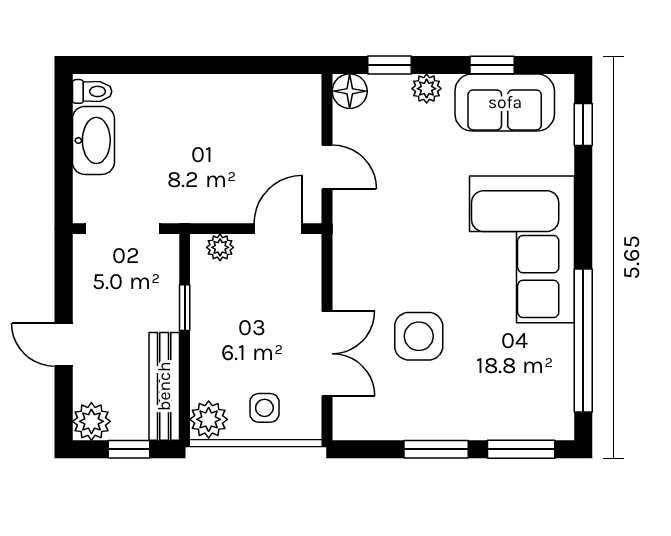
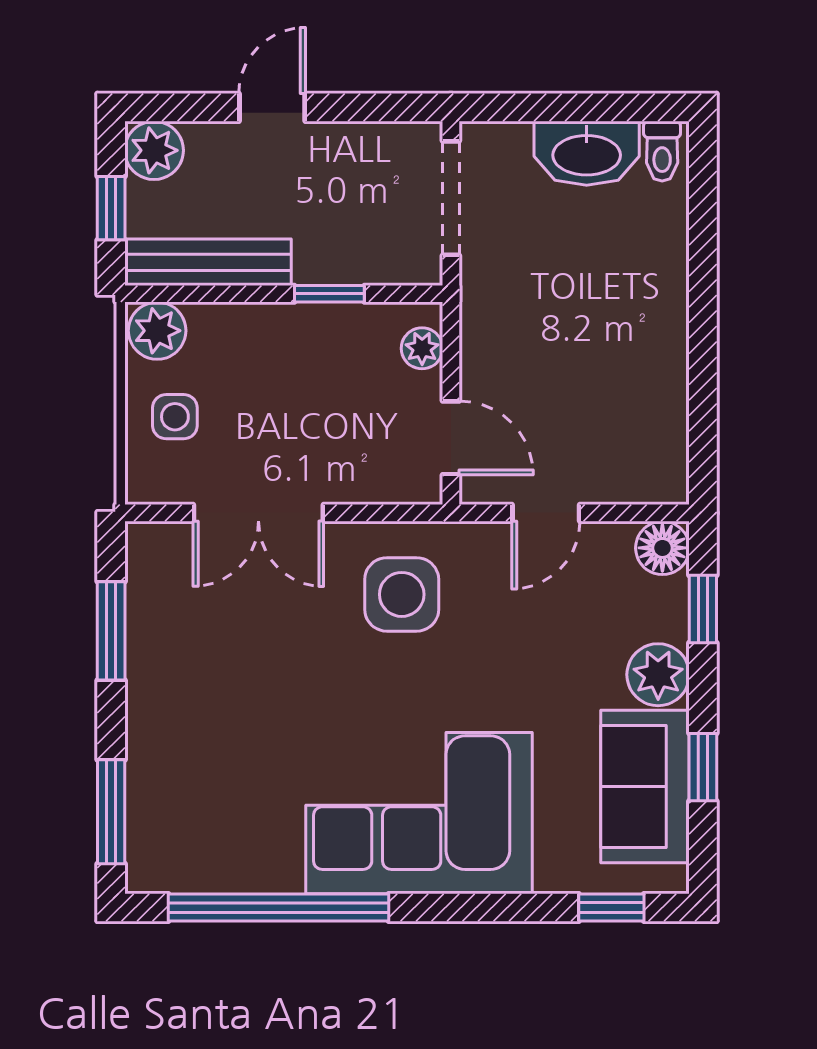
plant: (427, 89) -> (658, 675), width x1.38, depth x1.38
side table: (419, 336) -> (402, 594), moved
window: (436, 449) -> (111, 631), moved

